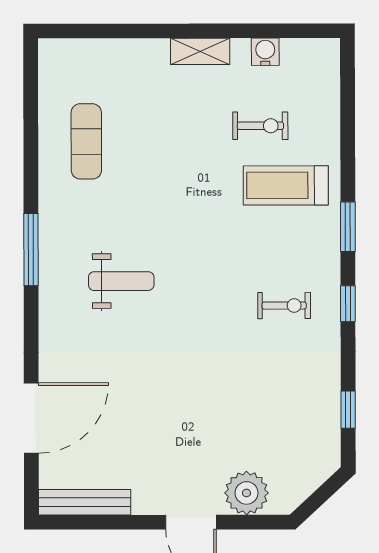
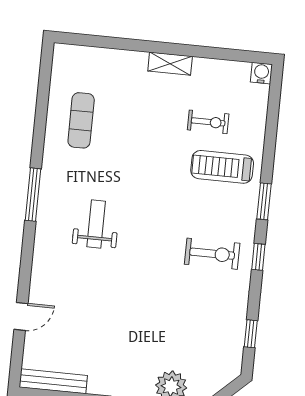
water cooler: (265, 52) -> (261, 73), moved
weight bench: (121, 281) -> (96, 224), turned -90
exercise bike: (284, 306) -> (212, 254), width x1.38, depth x1.39
door: (31, 418) -> (21, 316), width x0.53

